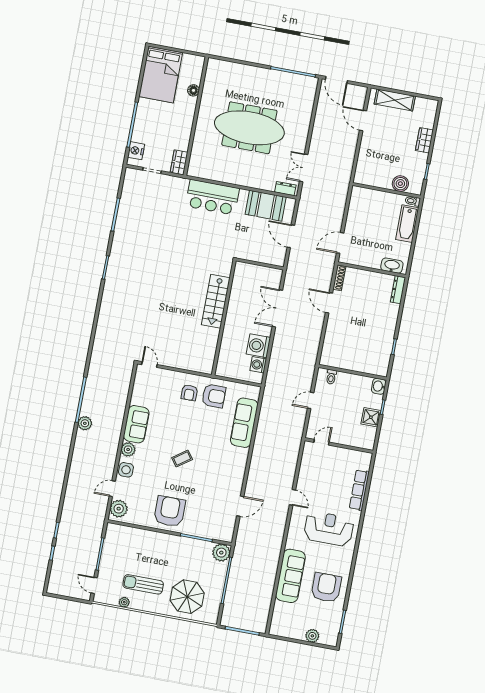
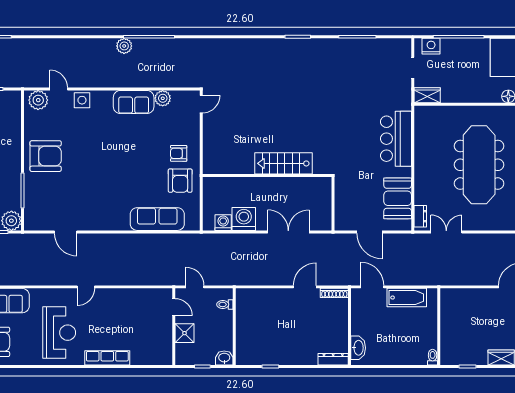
boiler: (400, 184) -> (449, 340), removed
bathtub: (407, 224) -> (407, 298), moved, turned 180
door: (291, 236) -> (370, 232), swing flipped
shower: (371, 417) -> (184, 333), moved
door: (321, 442) -> (174, 307), moved
wall: (339, 446) -> (174, 327), moved
plant: (128, 449) -> (163, 98), moved
coffee table: (182, 459) -> (106, 159), removed

